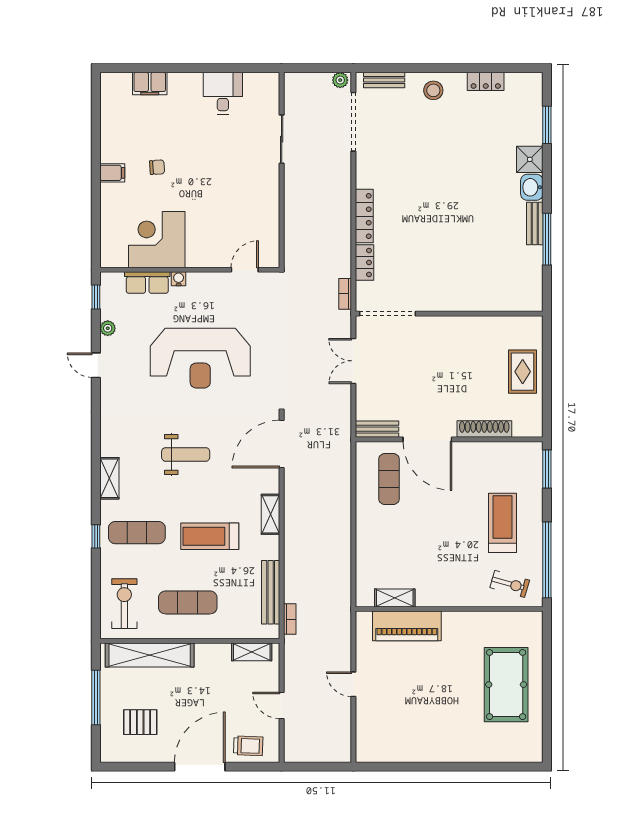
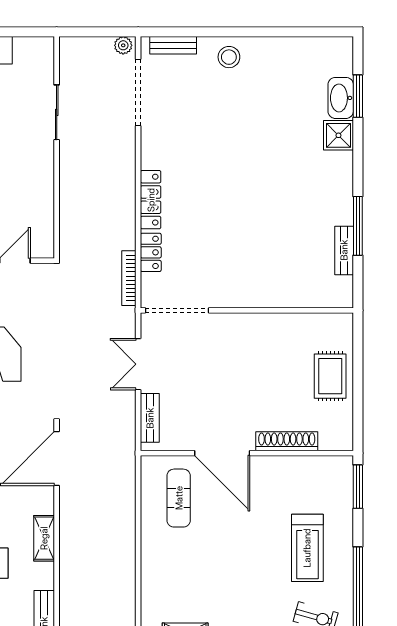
locker: (486, 81) -> (288, 47), removed
washbasin: (532, 187) -> (341, 98), moved, width x1.38
bench: (535, 223) -> (344, 250), moved
bookcase: (345, 294) -> (129, 278), width x1.56
bench: (377, 429) -> (150, 418), moved, turned 90
treadmill: (503, 523) -> (307, 548), turned 180

